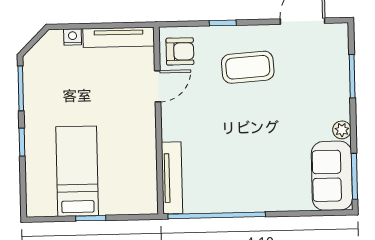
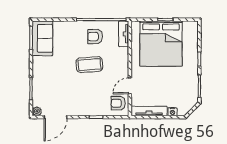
coffee table: (248, 67) -> (89, 65), moved
plant: (342, 130) -> (37, 111), moved
bed: (77, 171) -> (161, 44), width x2.04
tv unit: (172, 178) -> (124, 34), width x0.71
armchair: (228, 182) -> (95, 37), added

